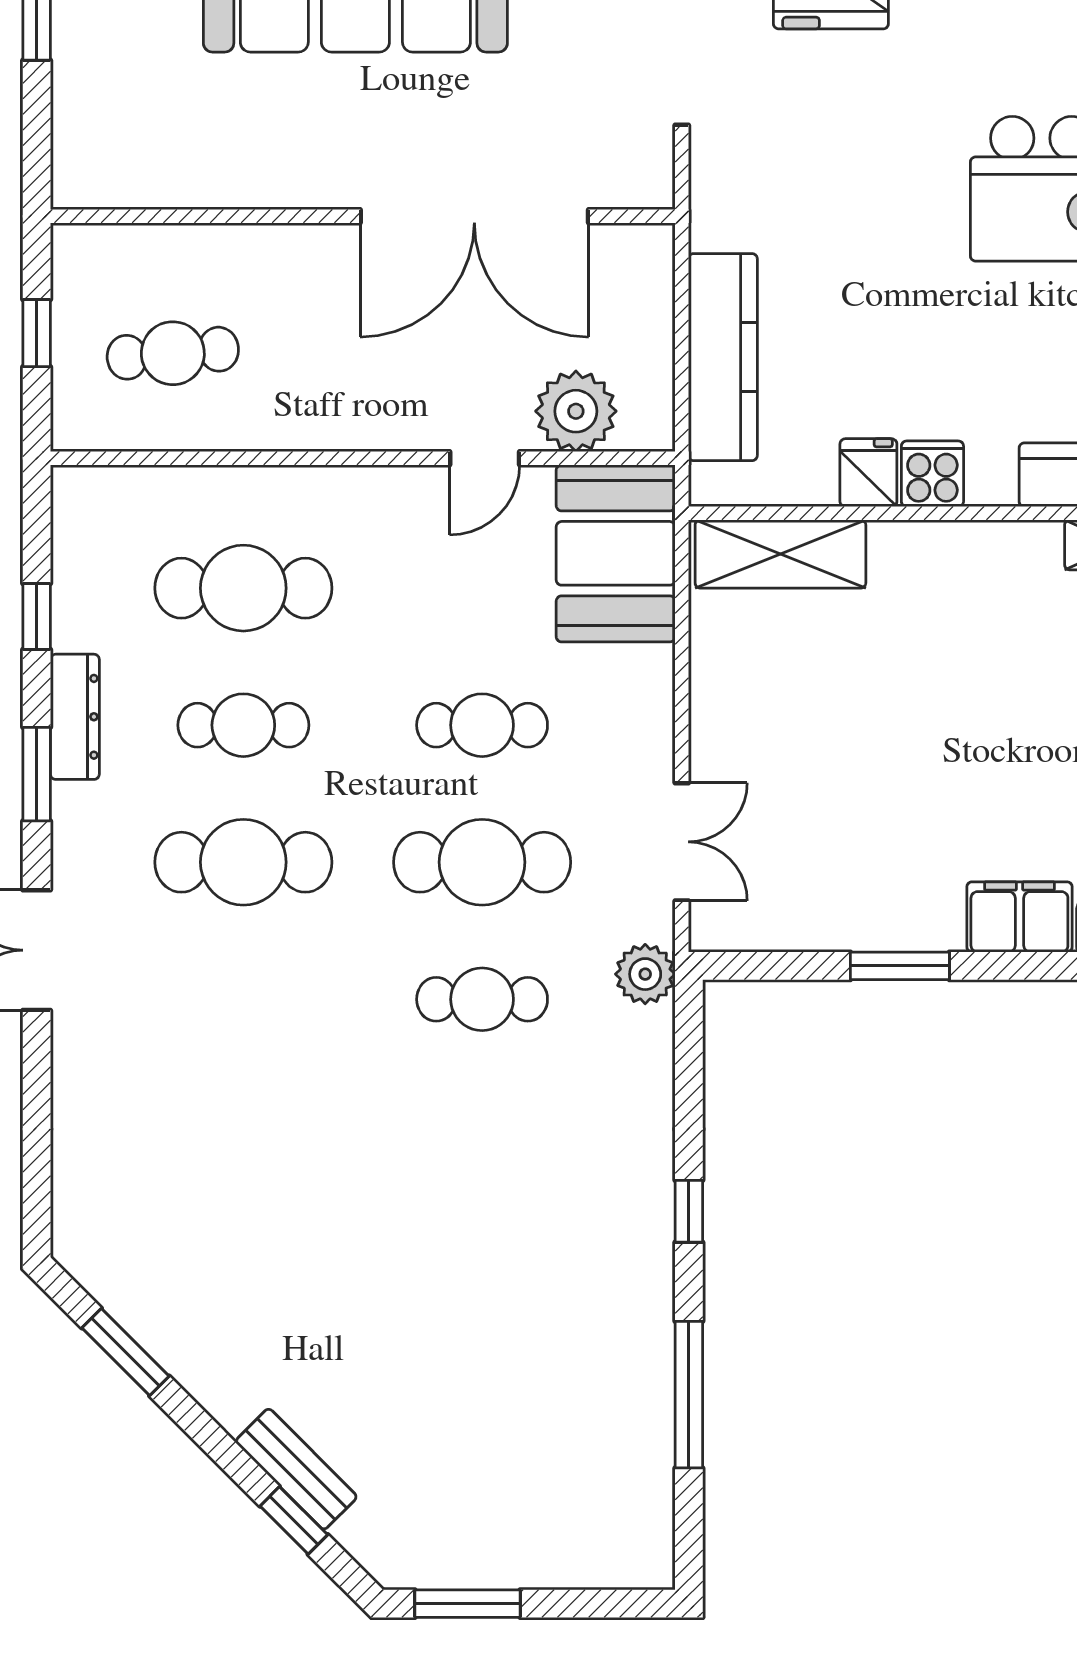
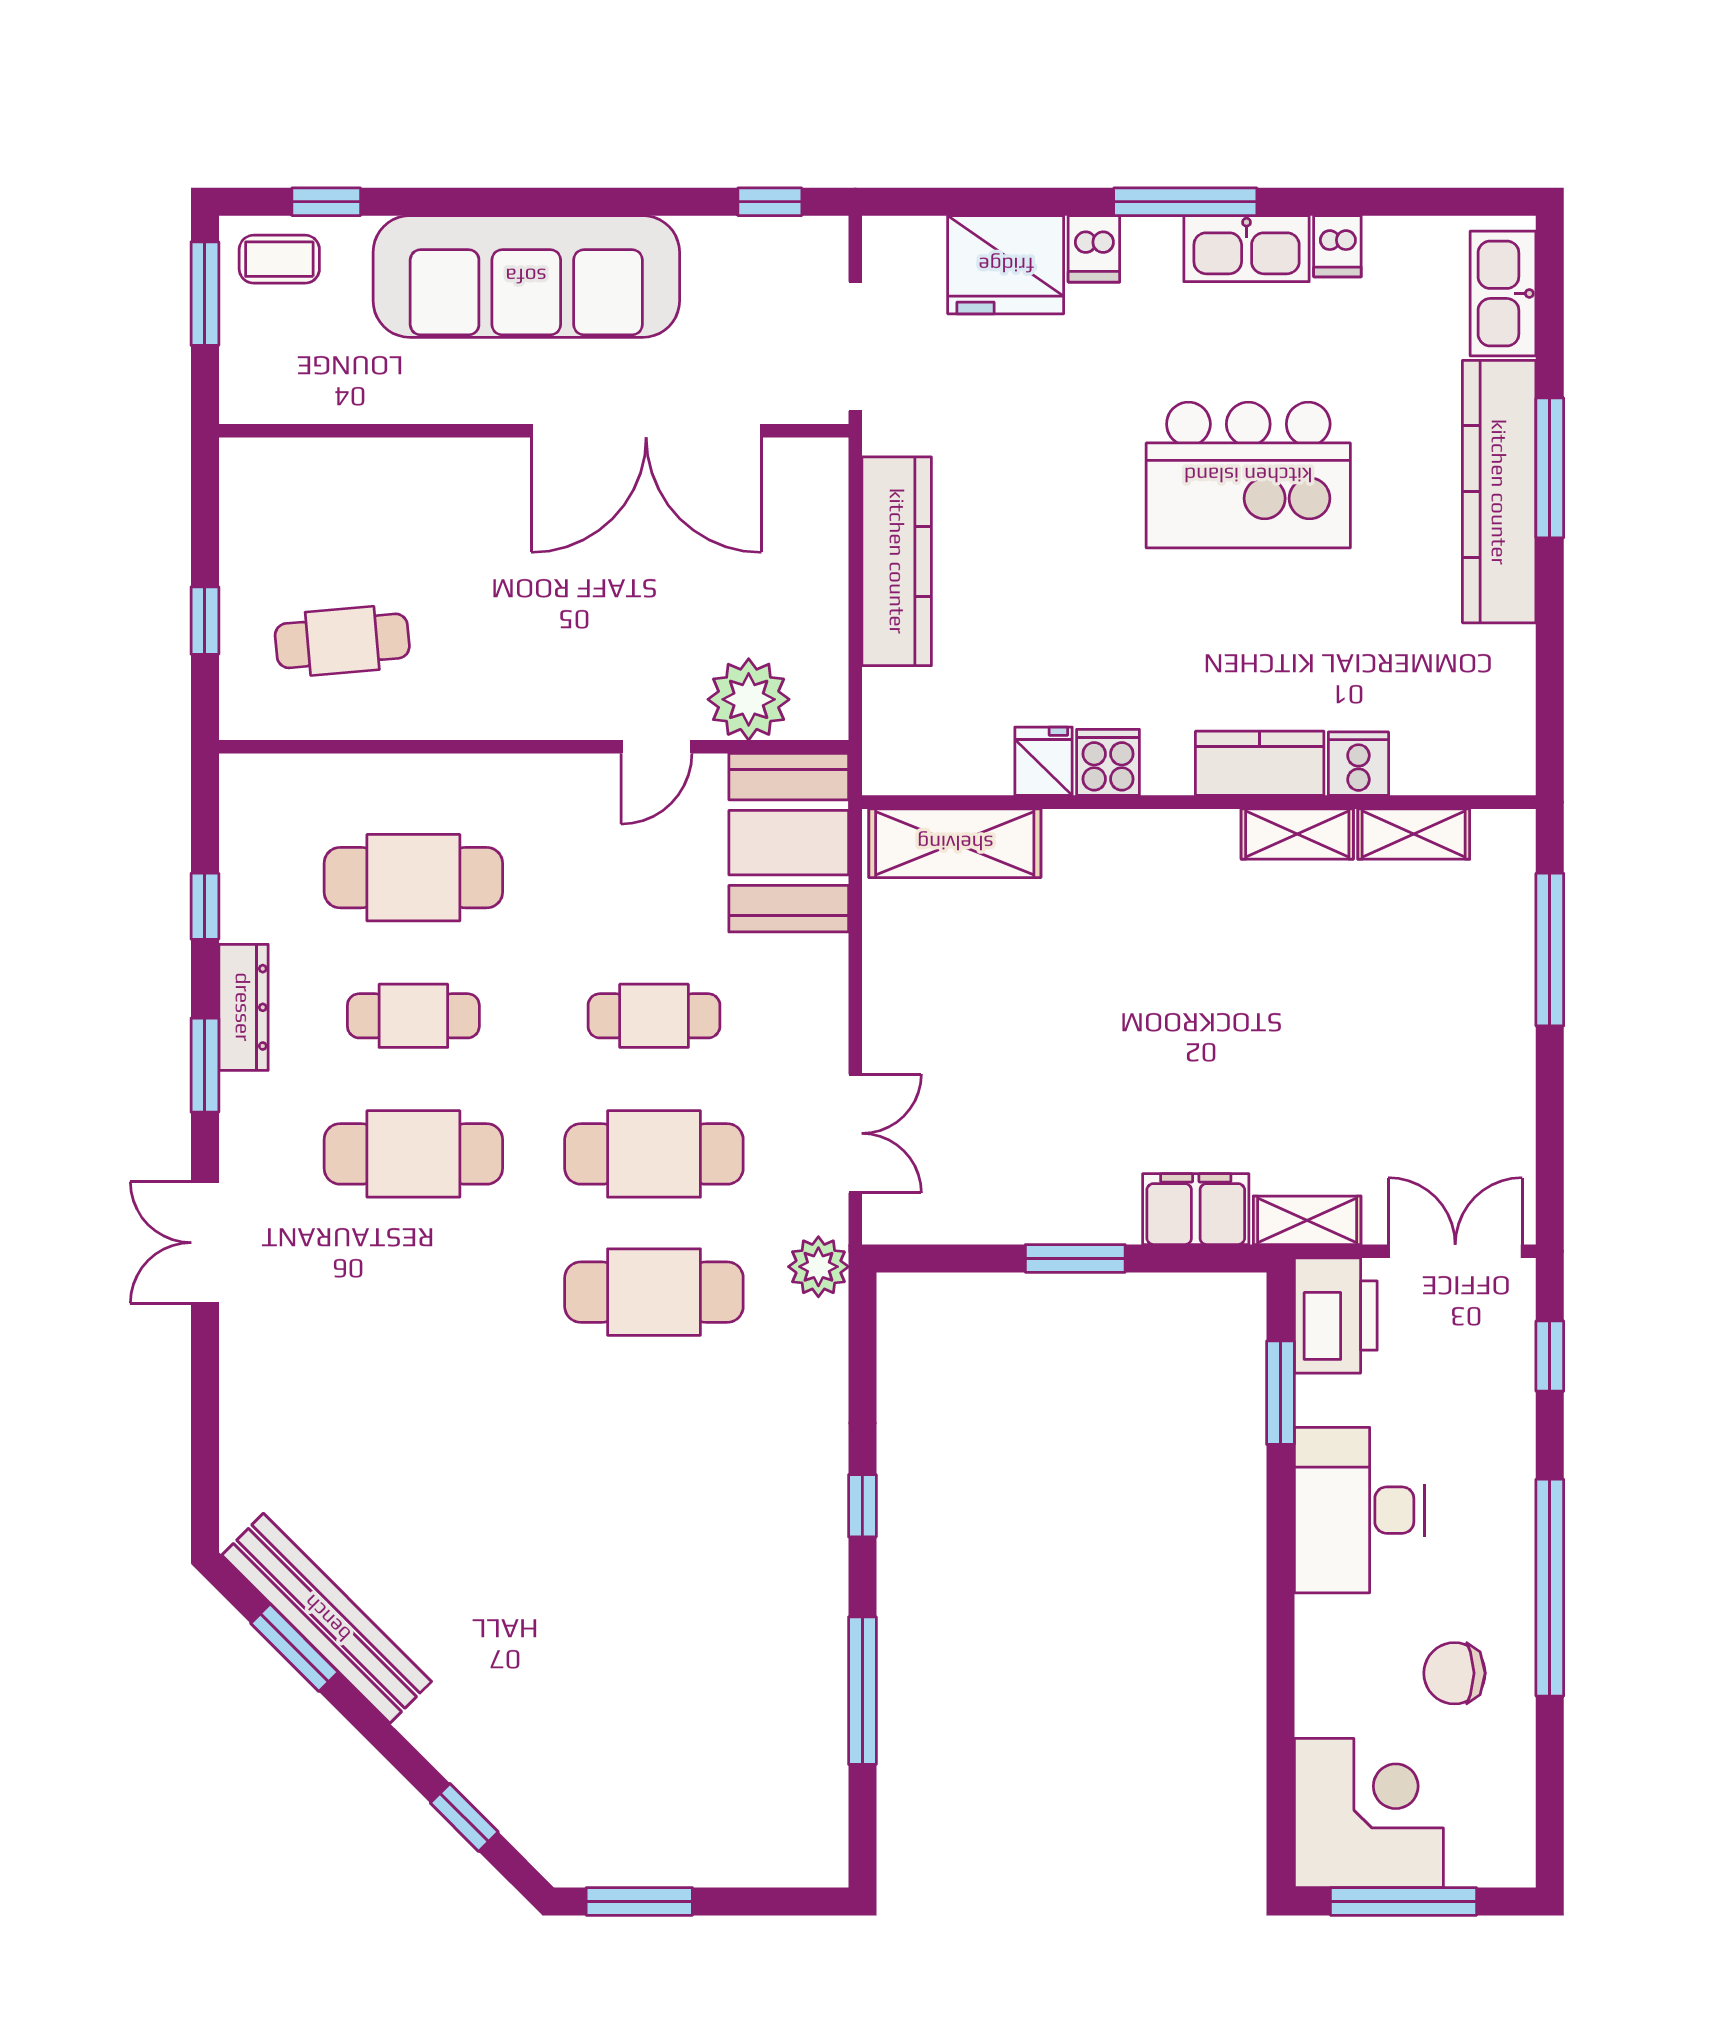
wall: (363, 216) -> (534, 431), moved
double door: (474, 216) -> (646, 431), moved
kitchen counter: (723, 357) -> (897, 561), moved
cafe table: (482, 999) -> (654, 1292), width x1.37, depth x1.35
bench: (296, 1469) -> (327, 1618), moved, width x1.86, depth x1.21

